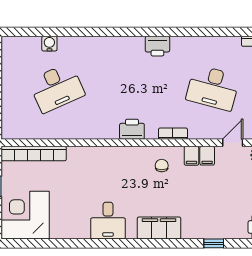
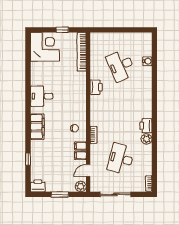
plant: (180, 45) -> (146, 139), added
printer: (132, 129) -> (96, 87), moved
door: (233, 143) -> (88, 171), swing flipped

